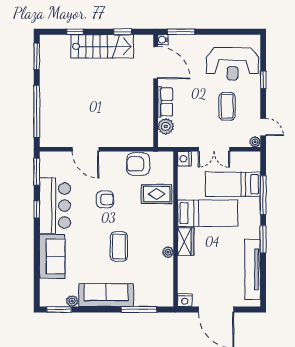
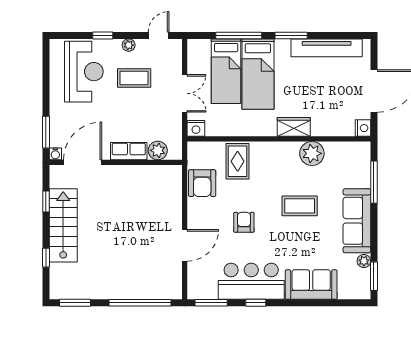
plant: (255, 142) -> (129, 45), moved
bed: (208, 213) -> (258, 74), moved, turned 180
plant: (168, 252) -> (312, 153), width x1.88, depth x1.88

